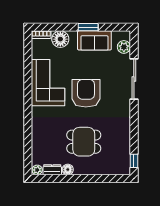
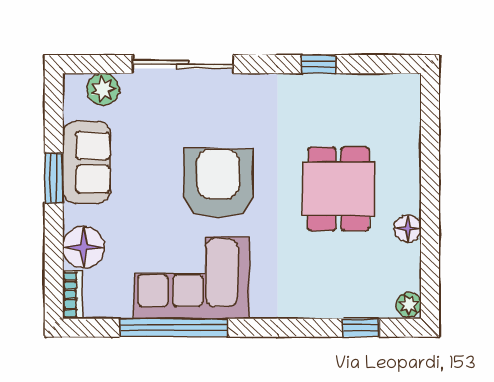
window: (28, 75) -> (174, 328), added
armchair: (86, 93) -> (218, 183), turned 90
window: (28, 151) -> (361, 328), added
window: (134, 161) -> (319, 64), moved
dresser: (52, 170) -> (408, 267), removed

